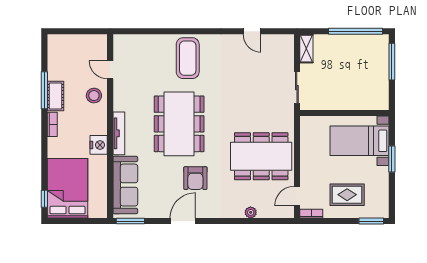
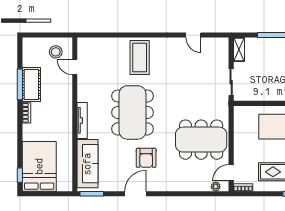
cot: (55, 96) -> (31, 85), width x1.37, depth x1.34
stool: (94, 96) -> (56, 52), moved
nightstand: (99, 145) -> (65, 130), removed
plant: (251, 212) -> (216, 187), moved

